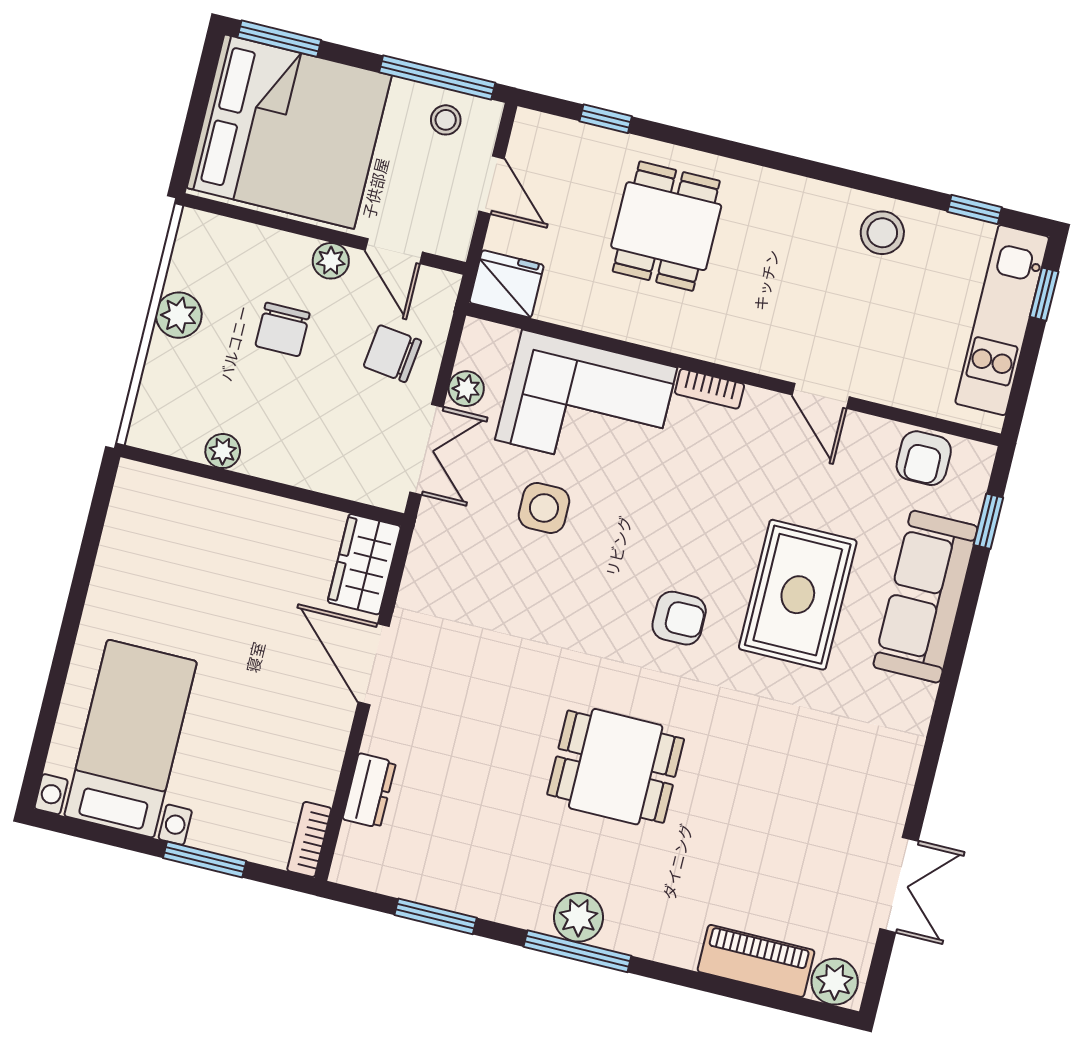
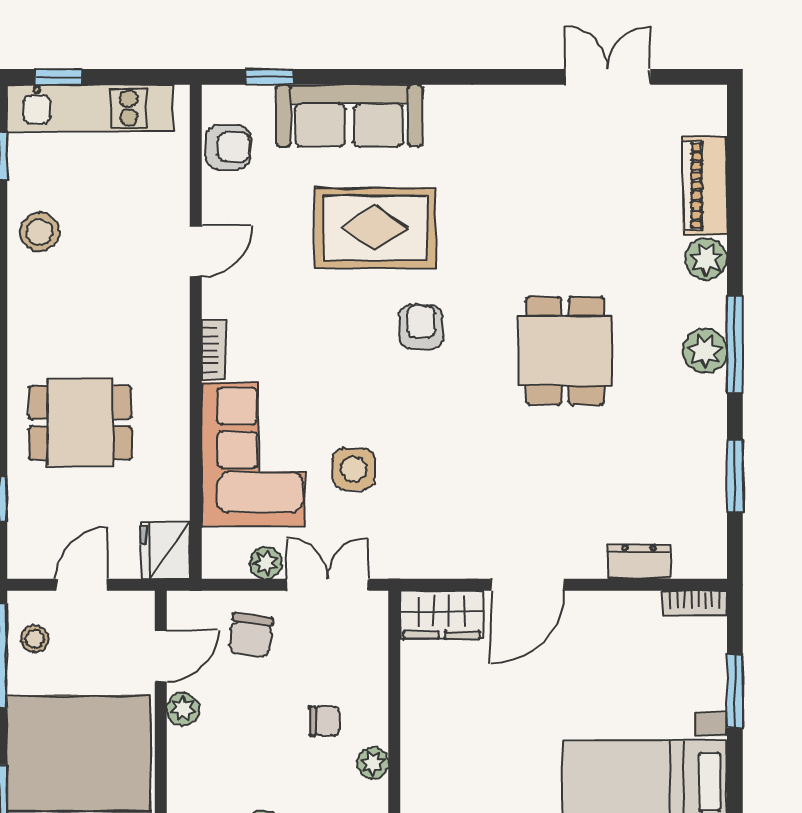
chair: (283, 329) -> (324, 721), moved, width x0.73, depth x0.73
plant: (835, 982) -> (706, 259), moved

